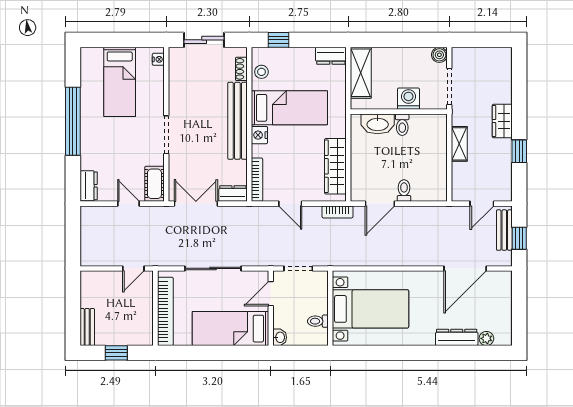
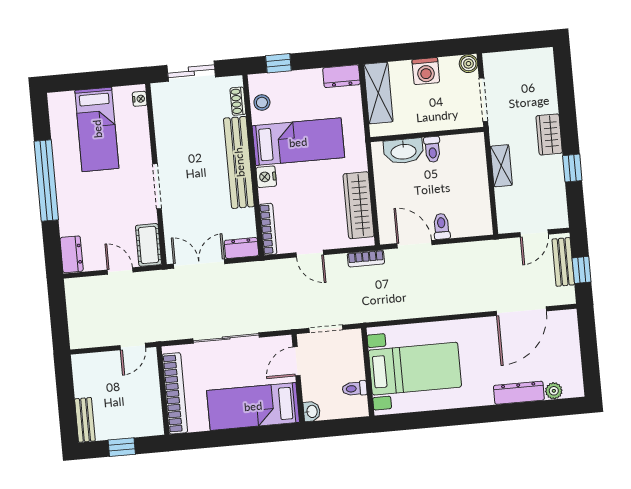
washing machine: (408, 99) -> (426, 71), moved, turned 180
door: (380, 204) -> (415, 244), swing flipped

